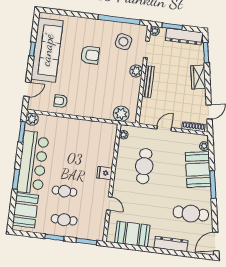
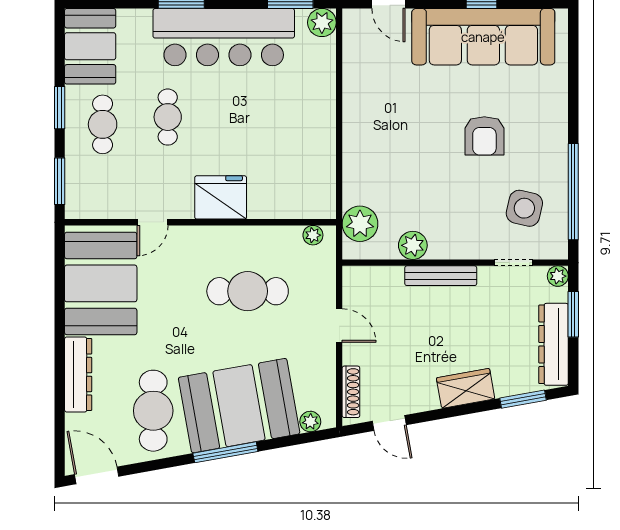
plant: (136, 71) -> (413, 245), moved
armchair: (61, 101) -> (371, 83), removed
booth: (198, 169) -> (239, 406), width x1.36, depth x1.42
fridge: (105, 173) -> (221, 197), width x1.88, depth x1.34
booth: (25, 210) -> (90, 46), moved, turned 90
booth: (132, 234) -> (101, 283), width x1.36, depth x1.42

